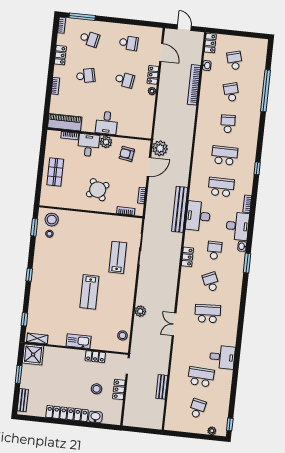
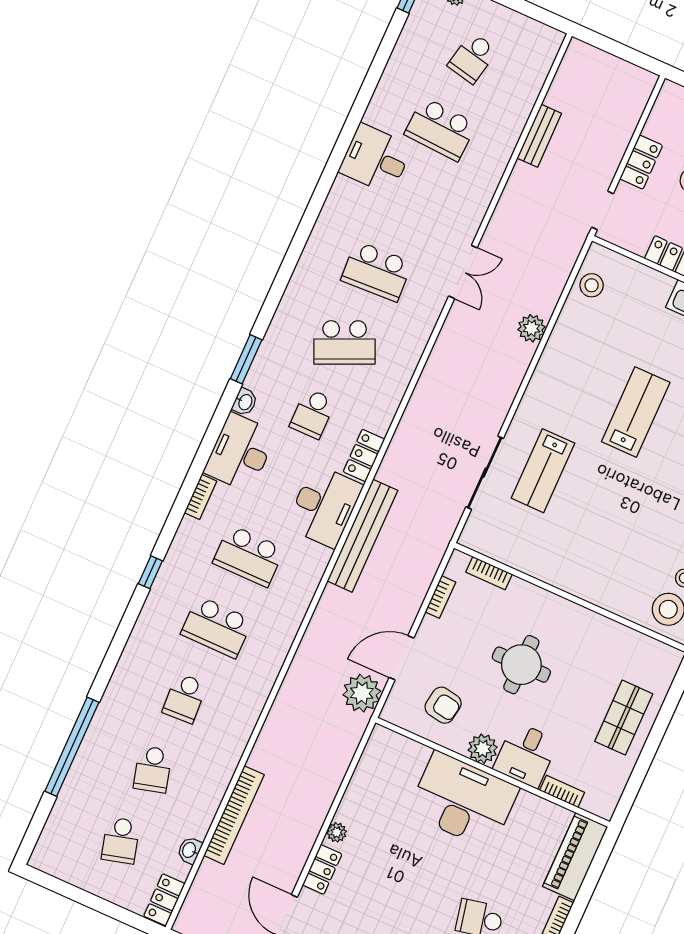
school desk: (125, 80) -> (392, 879), removed
piano: (65, 122) -> (575, 857), moved, turned 90
desk: (107, 123) -> (463, 800), width x1.87, depth x1.30
round table: (98, 190) -> (521, 665), moved, turned 34
locker: (187, 257) -> (364, 455), moved
school desk: (211, 282) -> (345, 342), width x1.85

